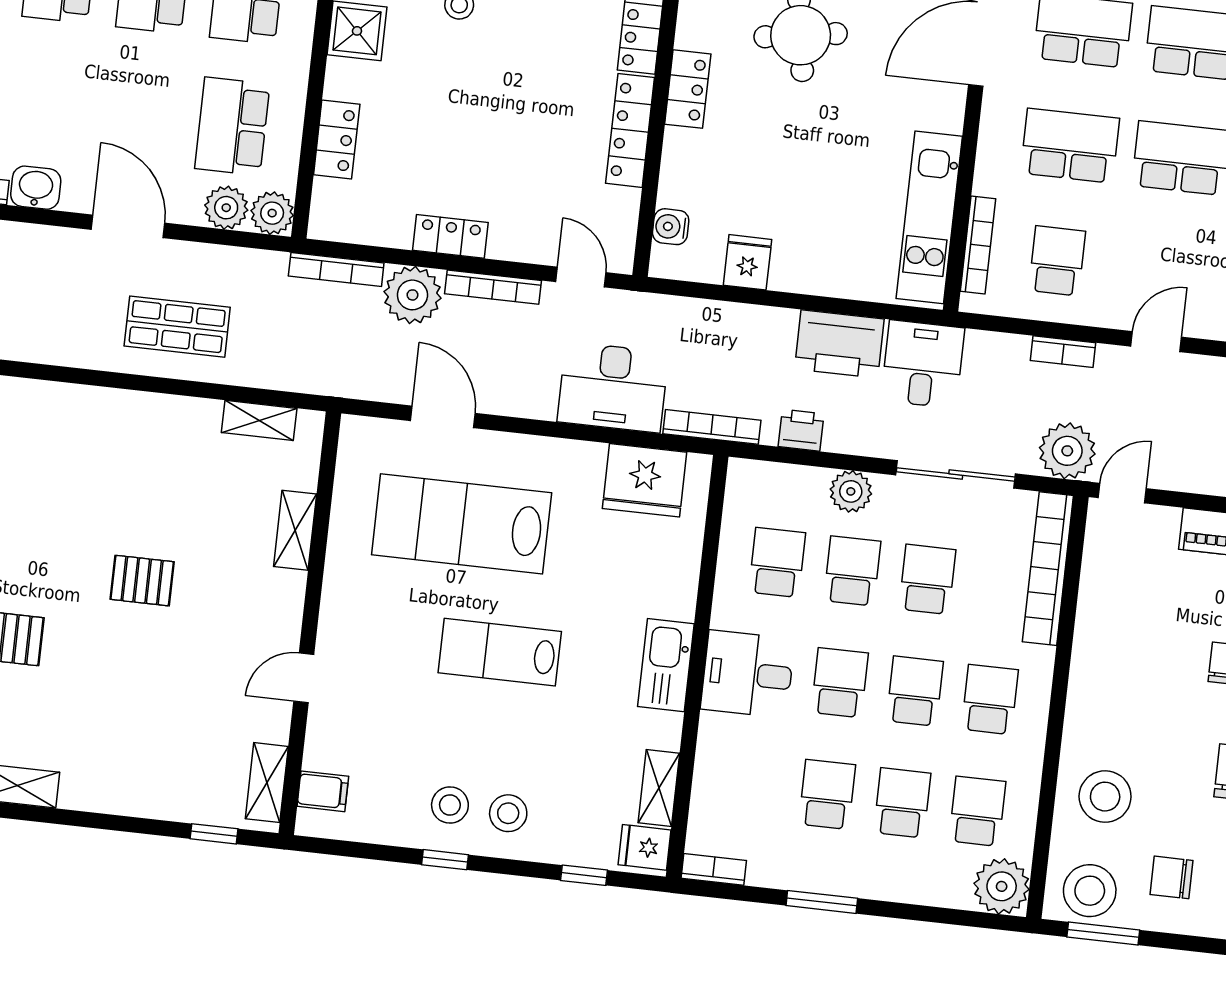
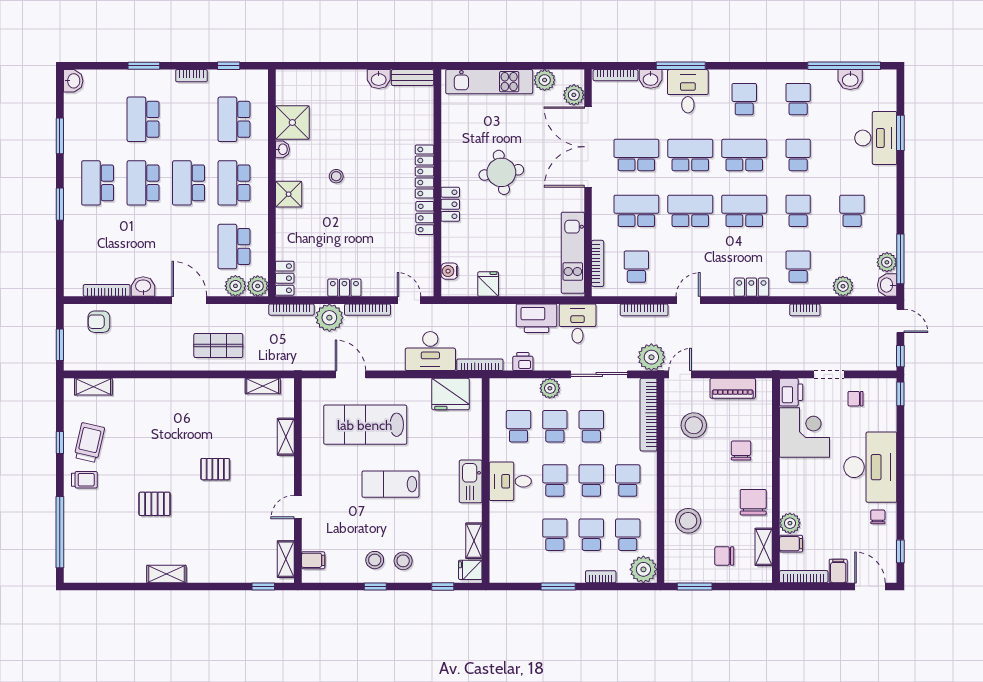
locker: (630, 130) -> (425, 218), width x0.66
locker: (337, 140) -> (285, 278), moved
bookcase: (1063, 352) -> (644, 310), width x1.56
bookcase: (714, 869) -> (601, 577), moved
stool: (1090, 891) -> (694, 425), moved

